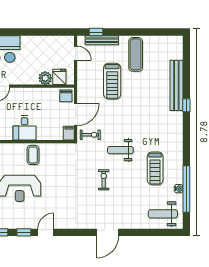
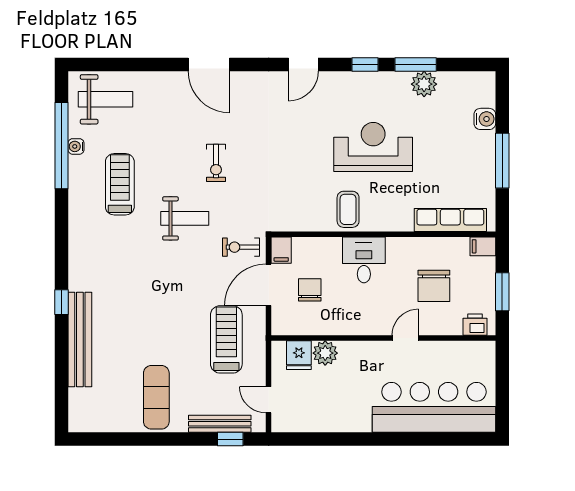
treadmill: (112, 81) -> (226, 339), moved
chair: (66, 96) -> (310, 290), moved
door: (46, 232) -> (303, 65), moved
door: (107, 232) -> (209, 65), swing flipped

